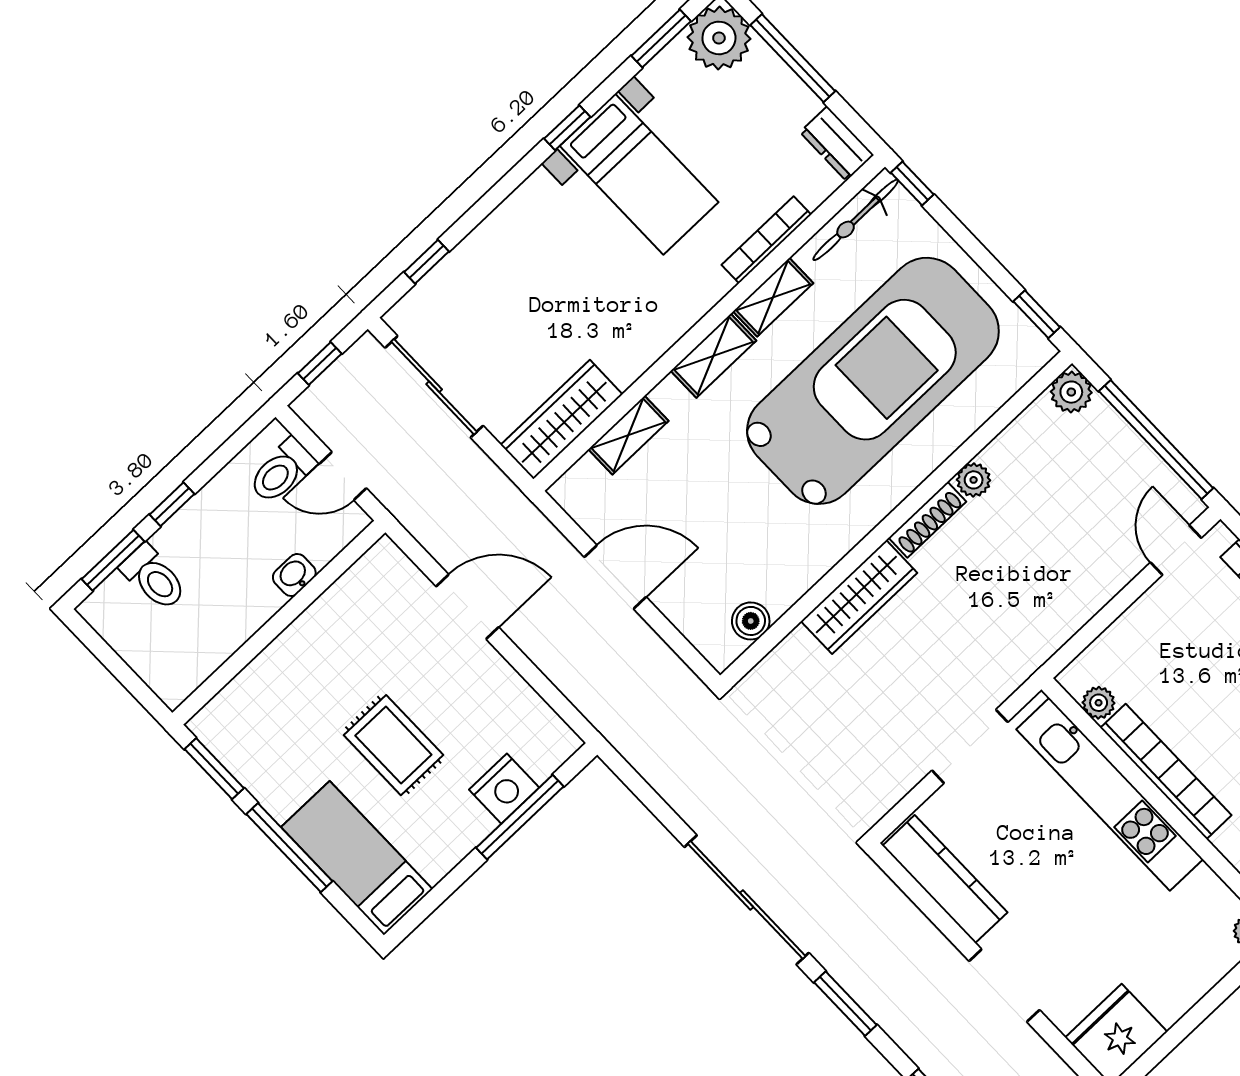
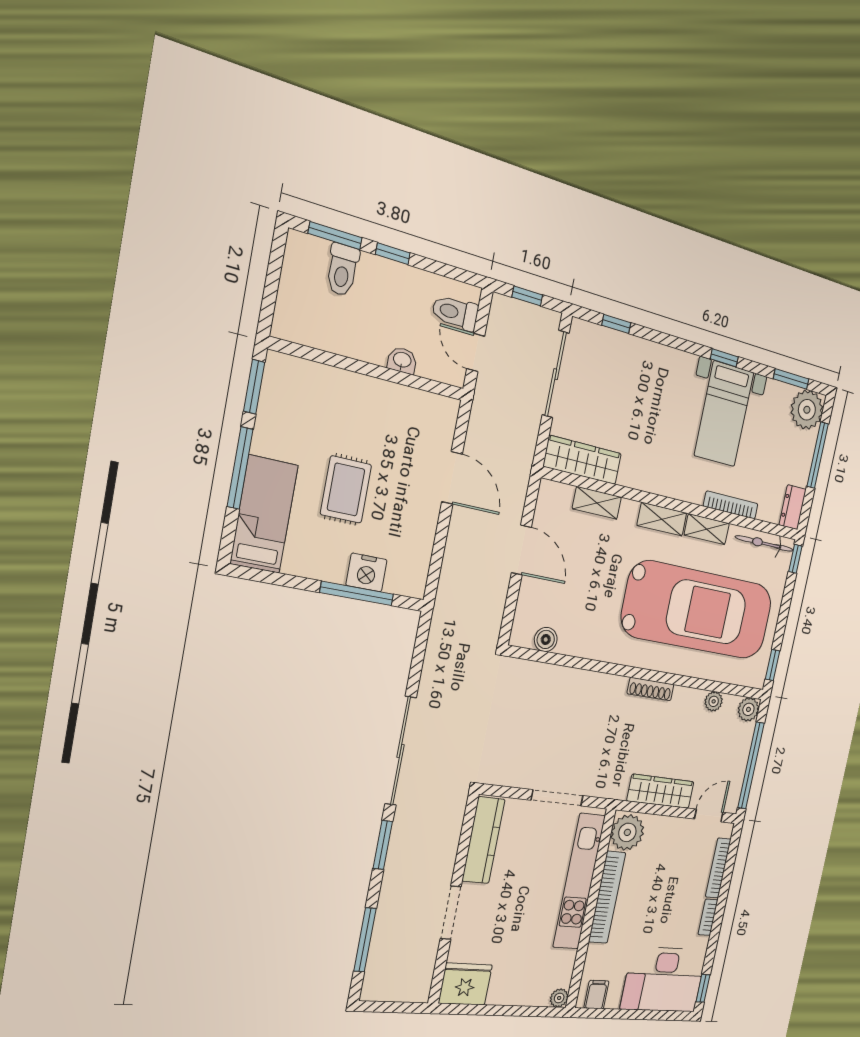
plant: (974, 480) -> (714, 701), moved
wardrobe: (859, 597) -> (661, 791), moved, turned 180
plant: (1099, 703) -> (627, 832), width x1.88, depth x1.88

